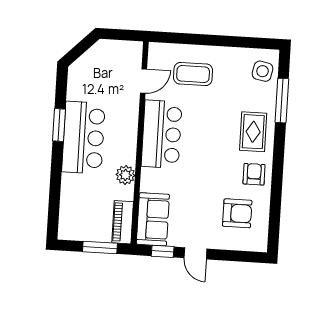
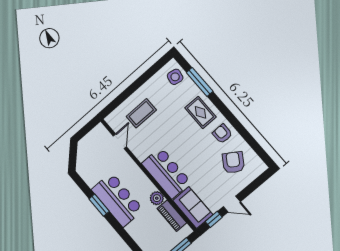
bar counter: (162, 134) -> (166, 173), moved
armchair: (237, 213) -> (233, 162), turned -57
piano: (123, 222) -> (172, 216), moved

